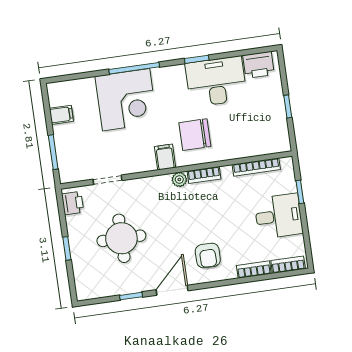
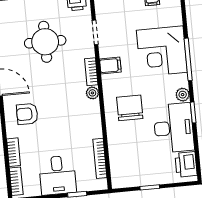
plant: (176, 73) -> (183, 95), added
filing cabinet: (165, 157) -> (110, 65), moved
bookcase: (204, 175) -> (91, 72), moved

